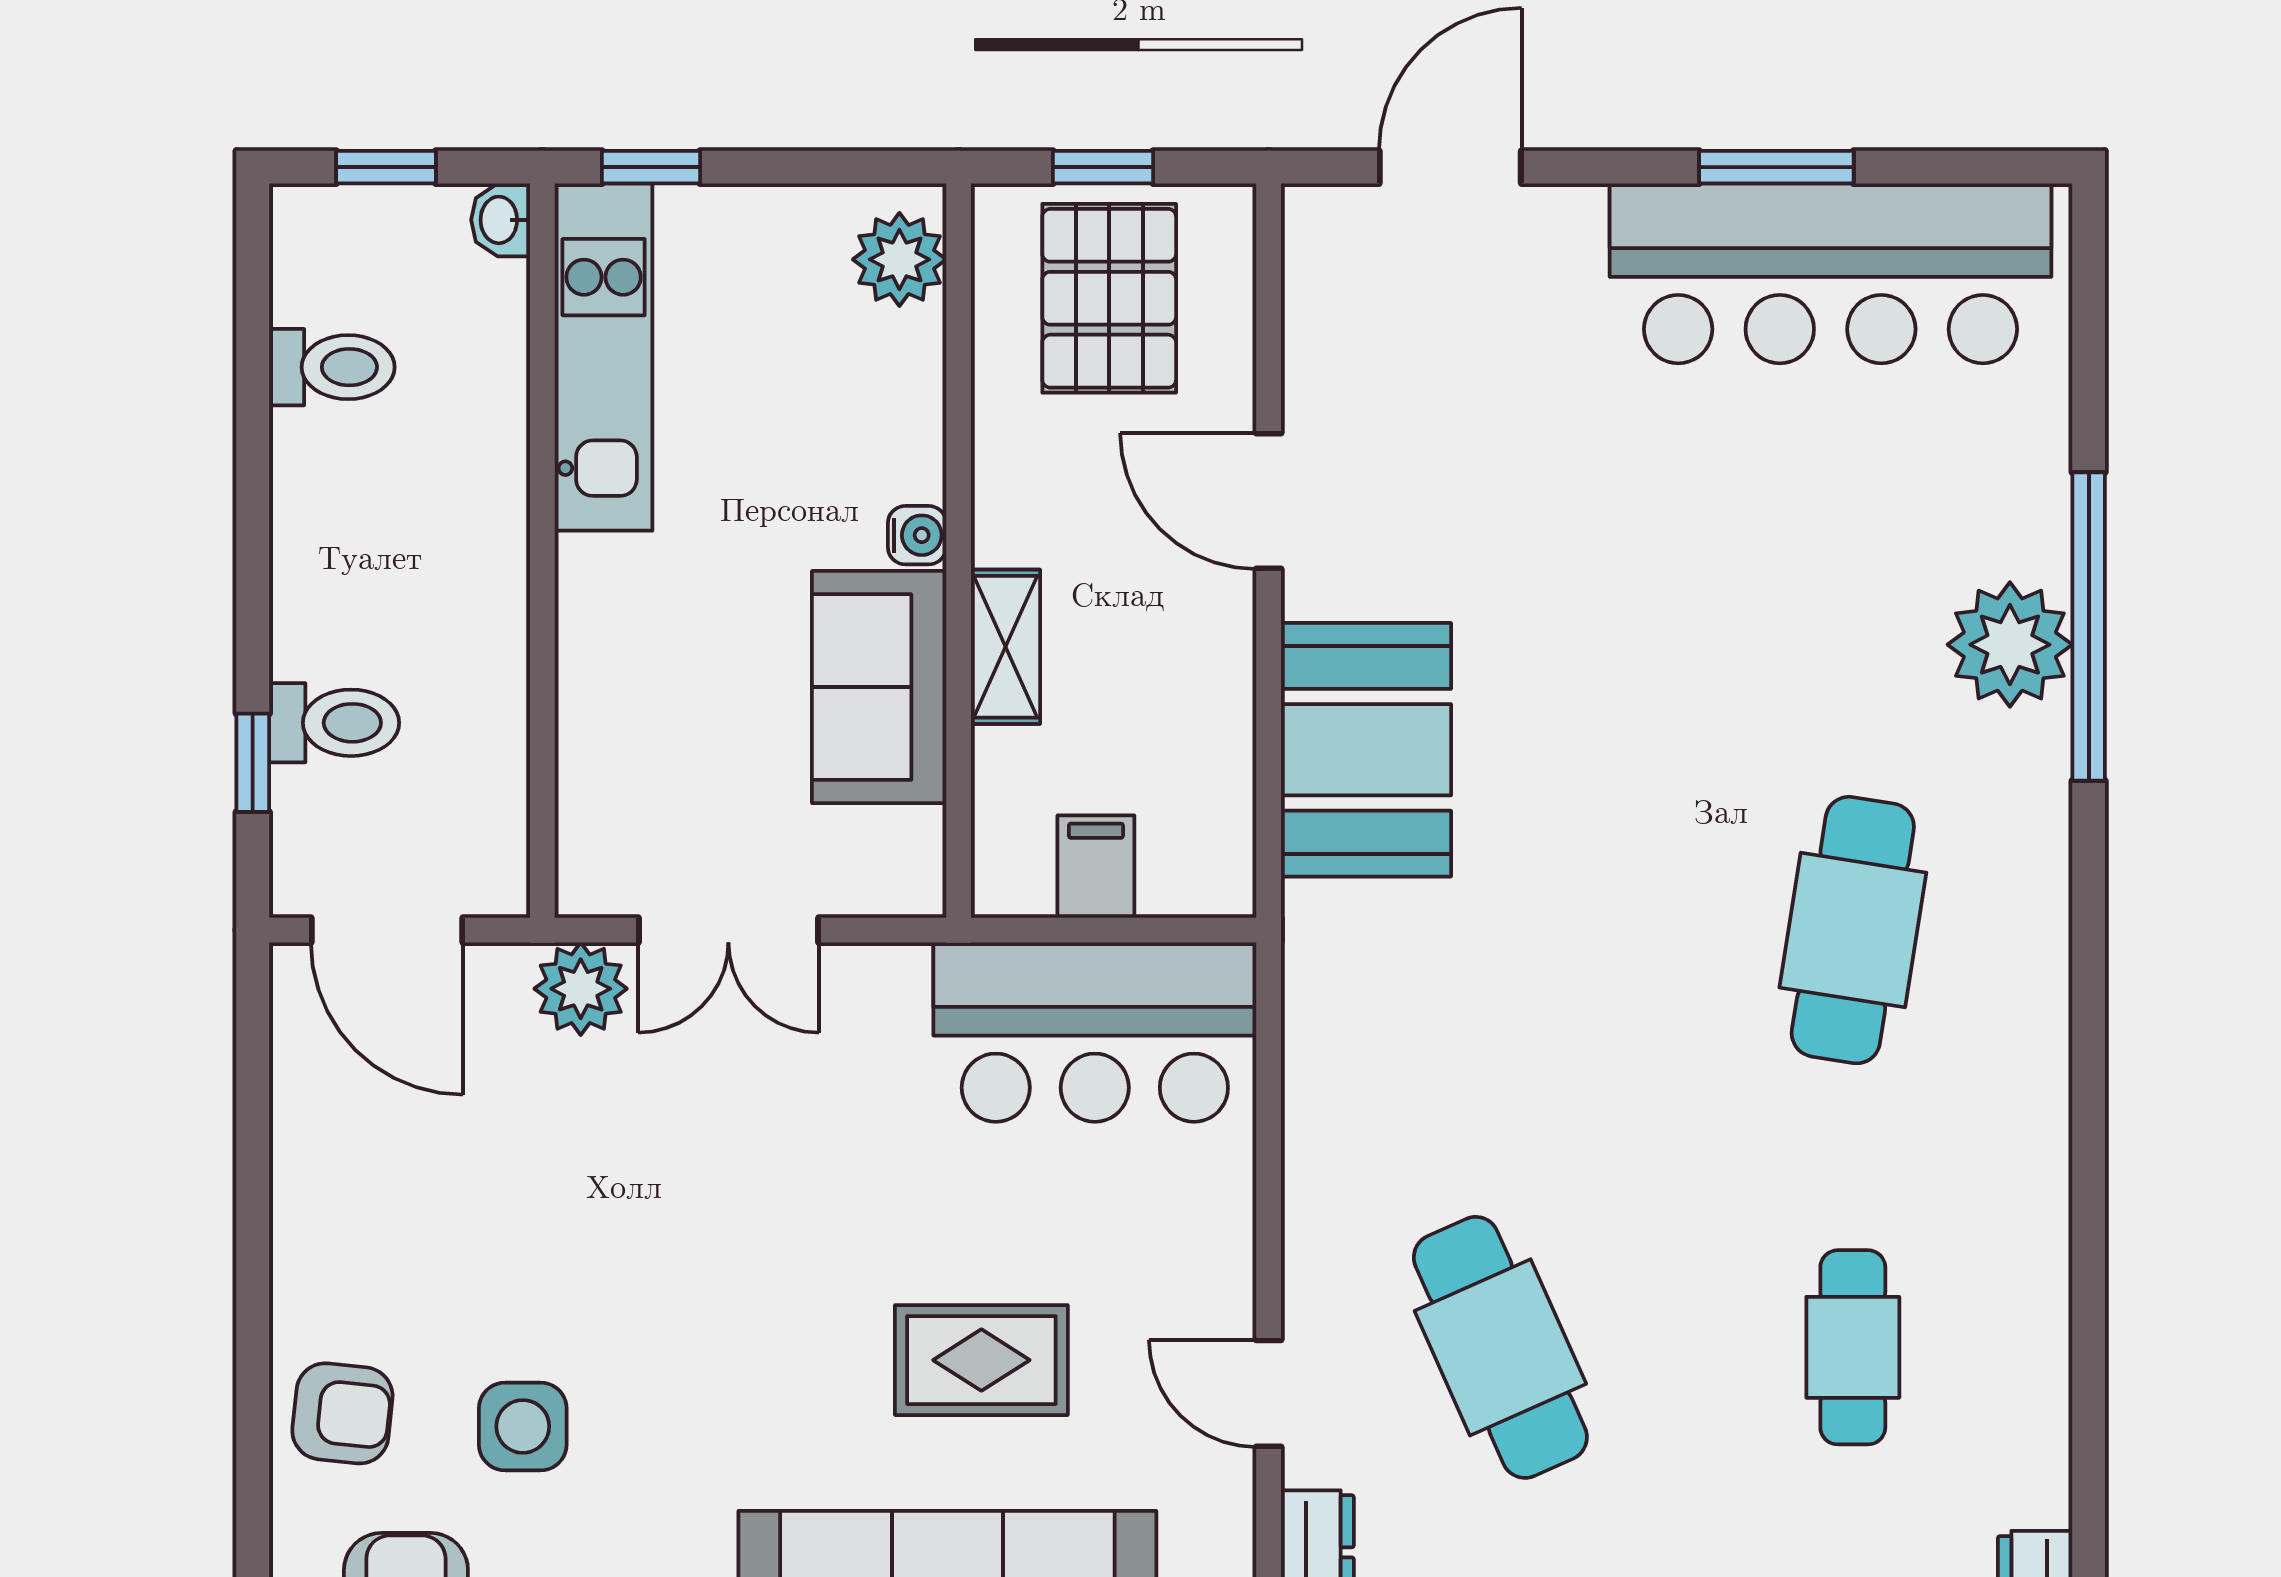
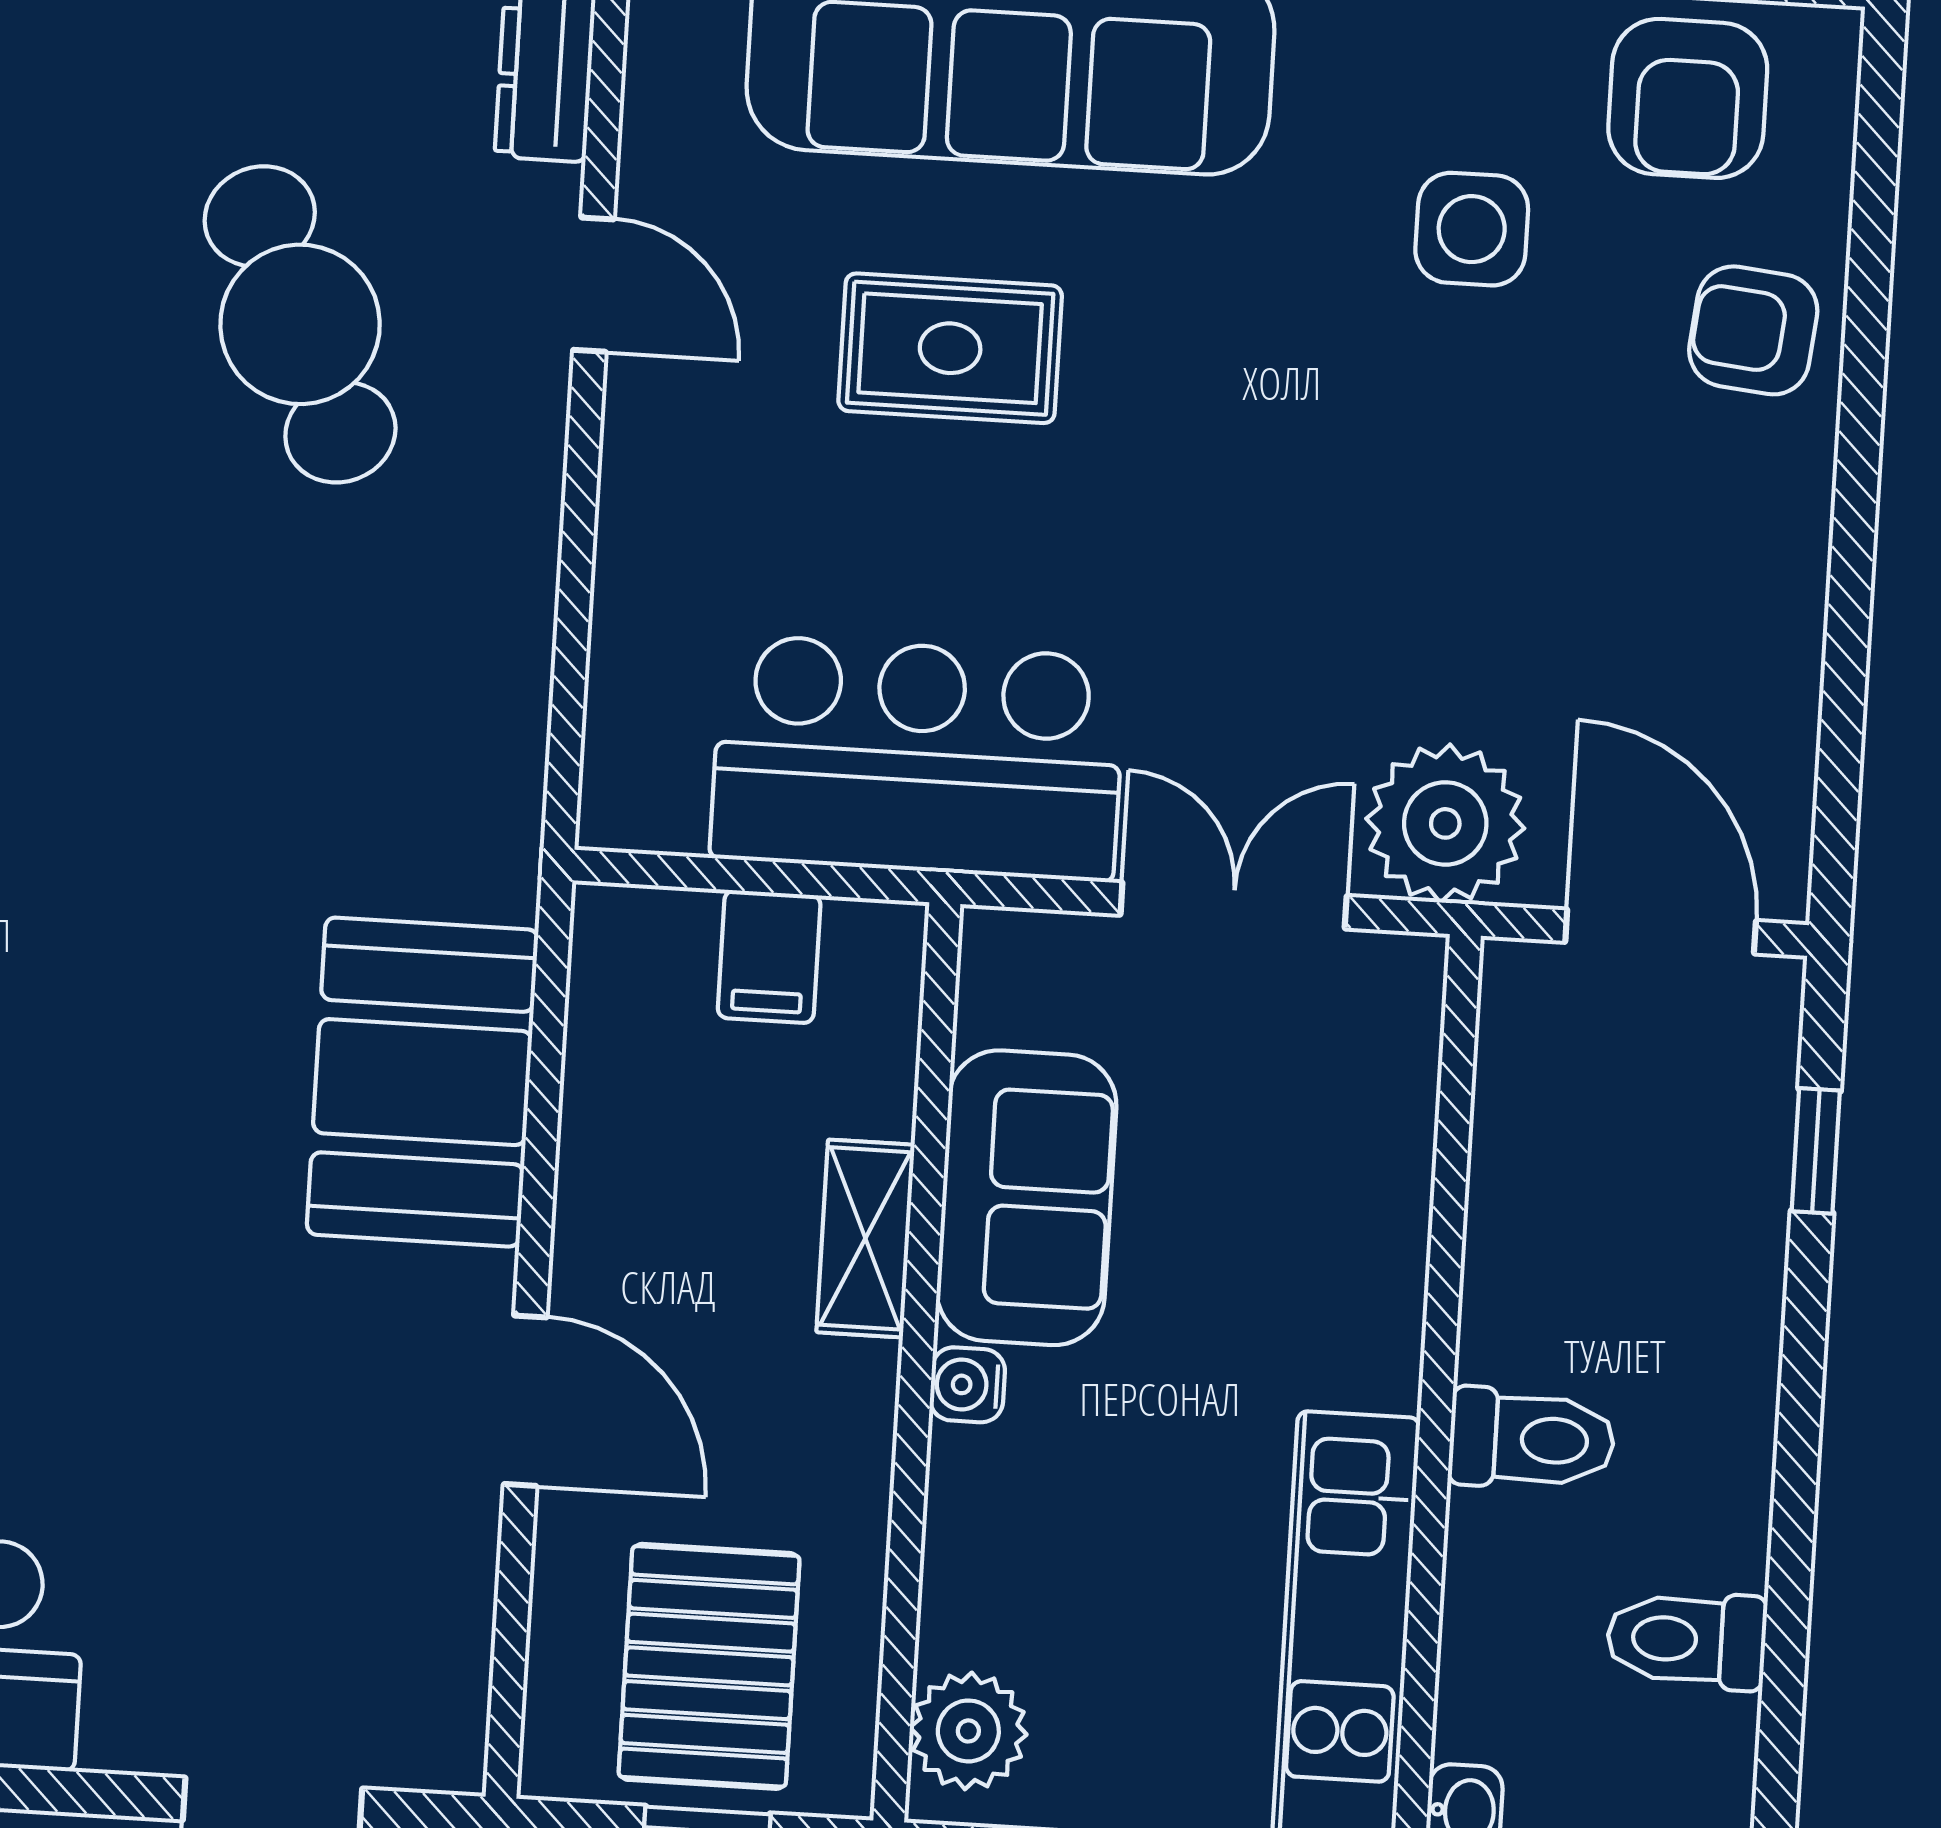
toilet: (334, 723) -> (1532, 1439), moved, turned 180
plant: (581, 989) -> (1445, 823), width x1.36, depth x1.36
bar counter: (1095, 1032) -> (918, 758), moved
side table: (523, 1426) -> (1472, 229), moved

